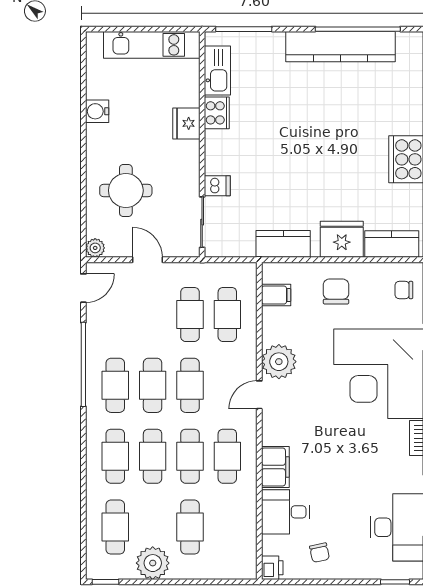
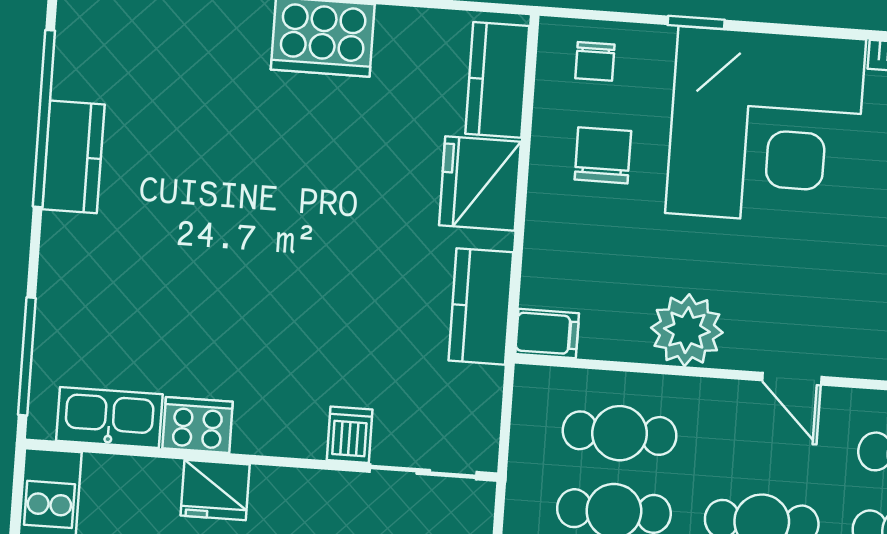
kitchen counter: (340, 47) -> (73, 157), width x0.48, depth x0.86
chair: (336, 291) -> (603, 155), moved, turned 90
filing cabinet: (276, 295) -> (547, 334), moved, turned 90
plant: (279, 362) -> (687, 330), moved

